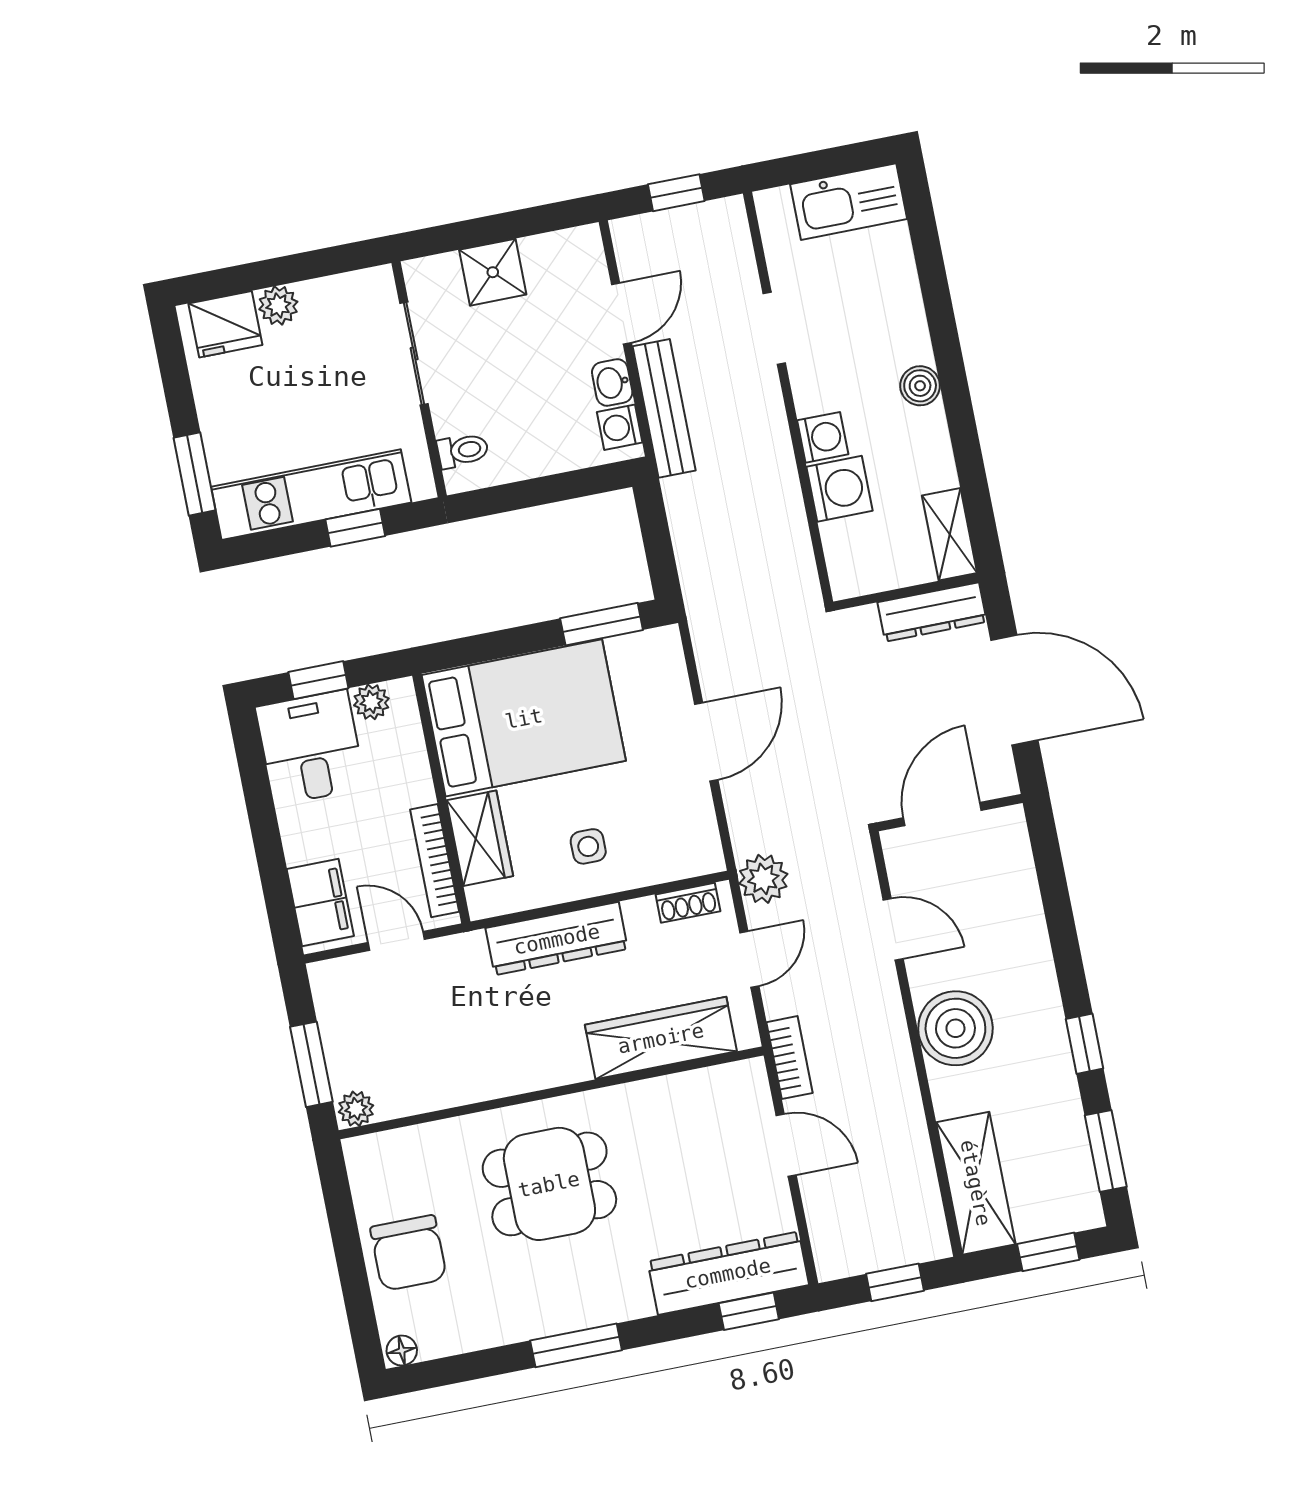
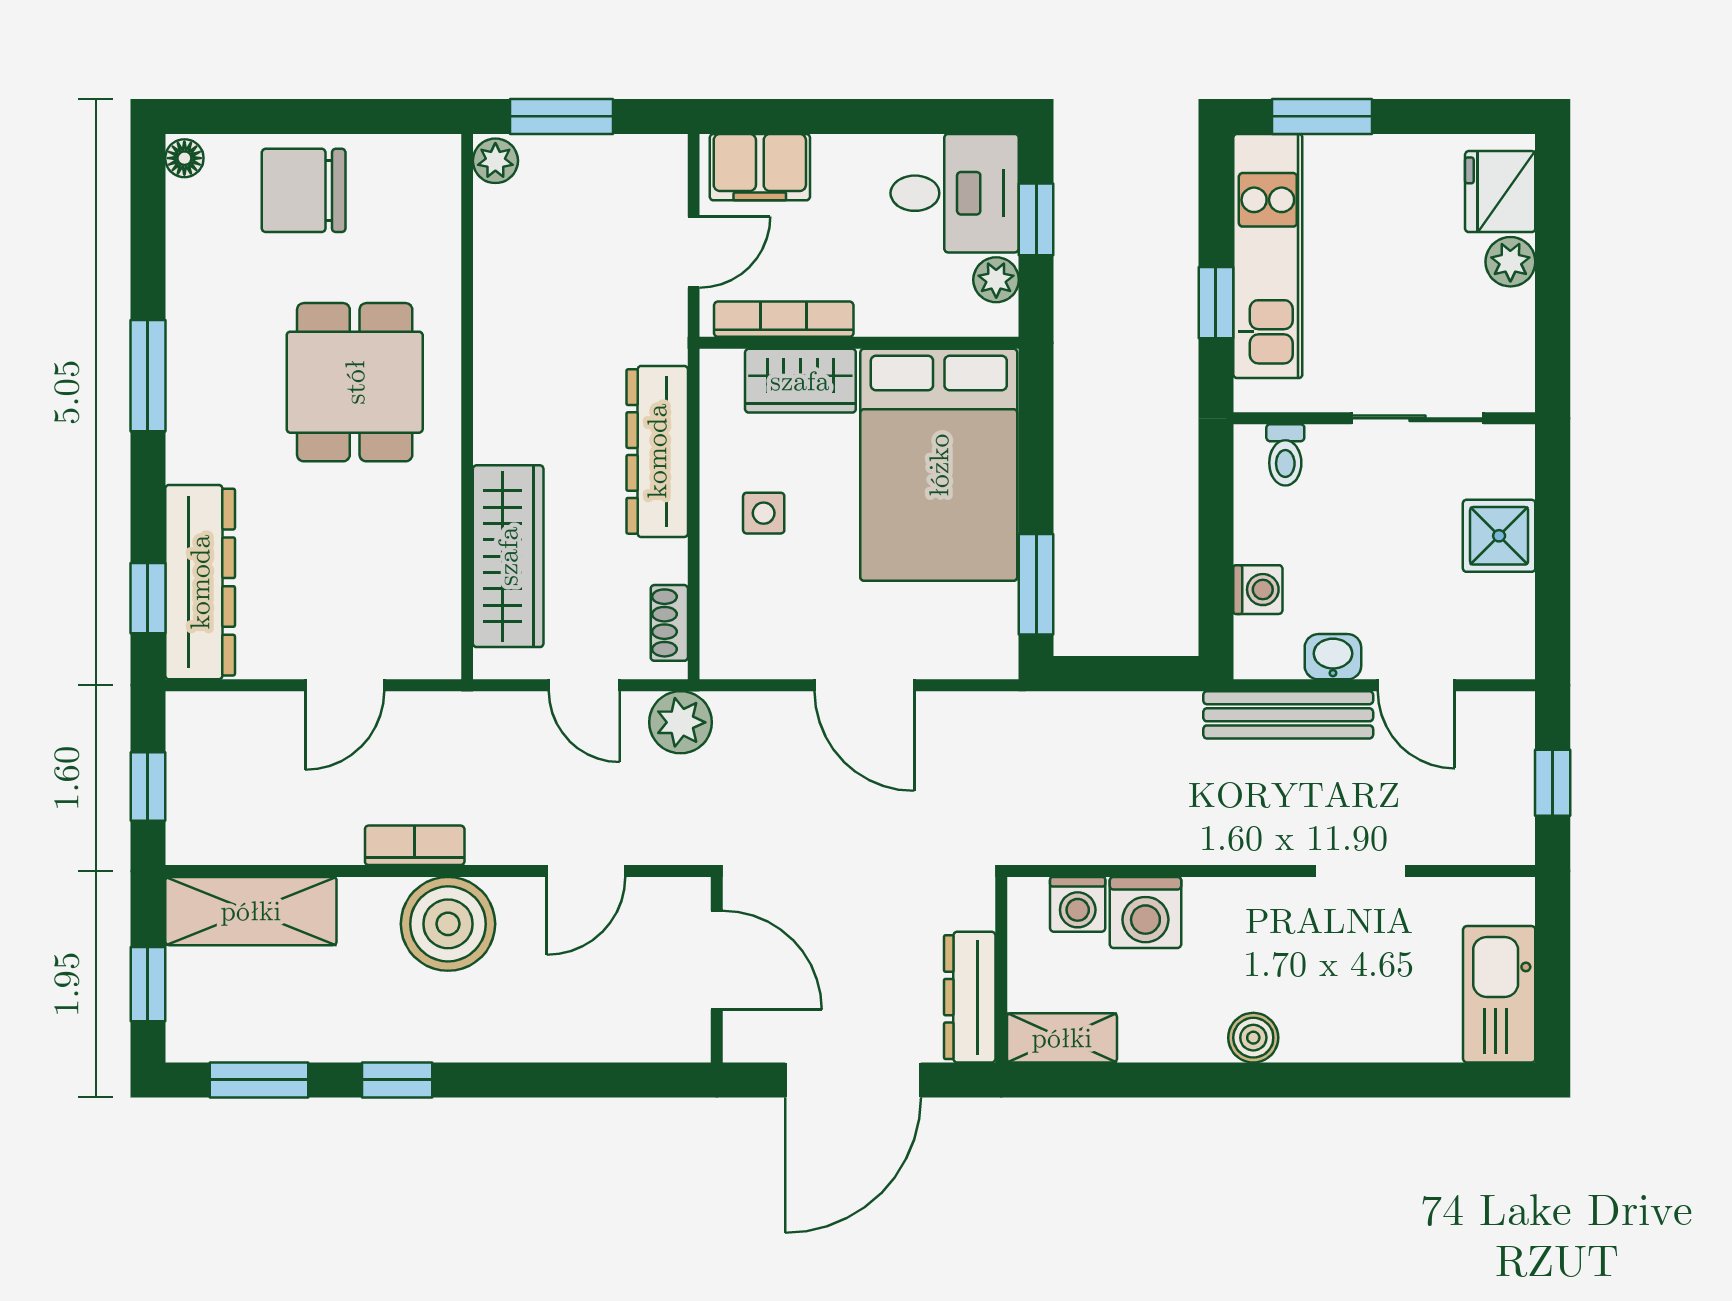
washing machine: (620, 427) -> (1258, 590), moved, turned 90
washing machine: (823, 437) -> (1078, 904), moved
bookcase: (790, 1058) -> (415, 845), moved, turned 180

